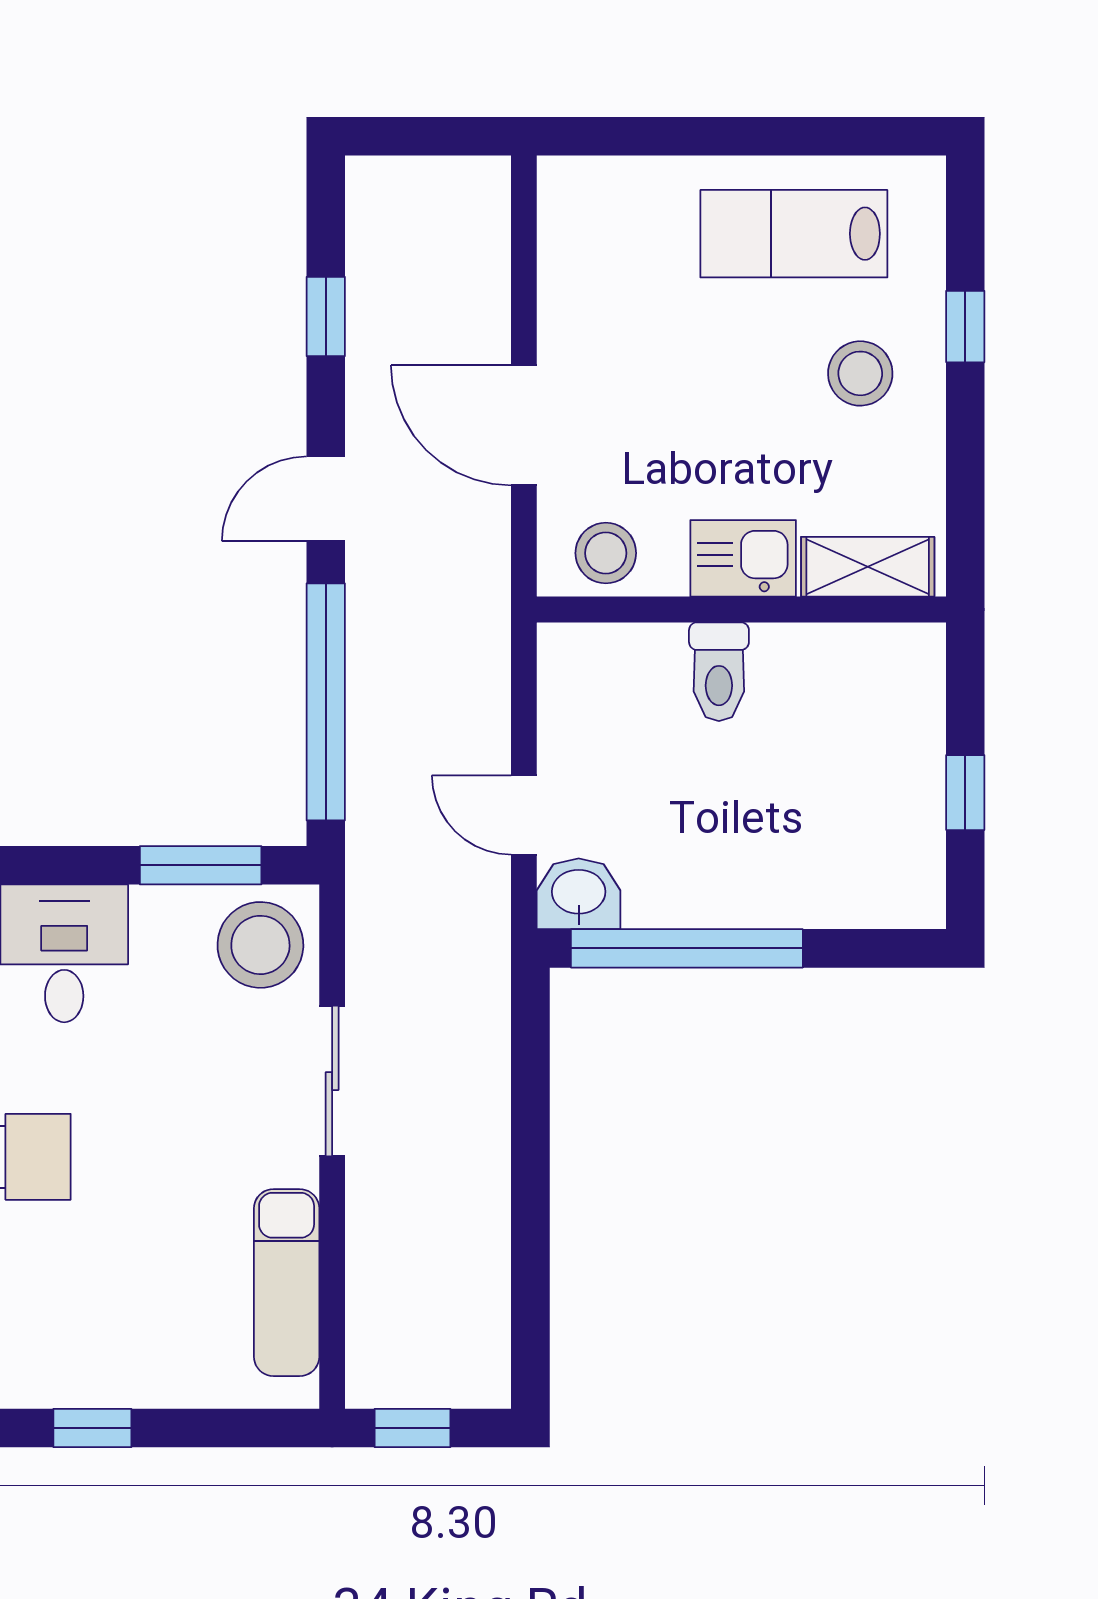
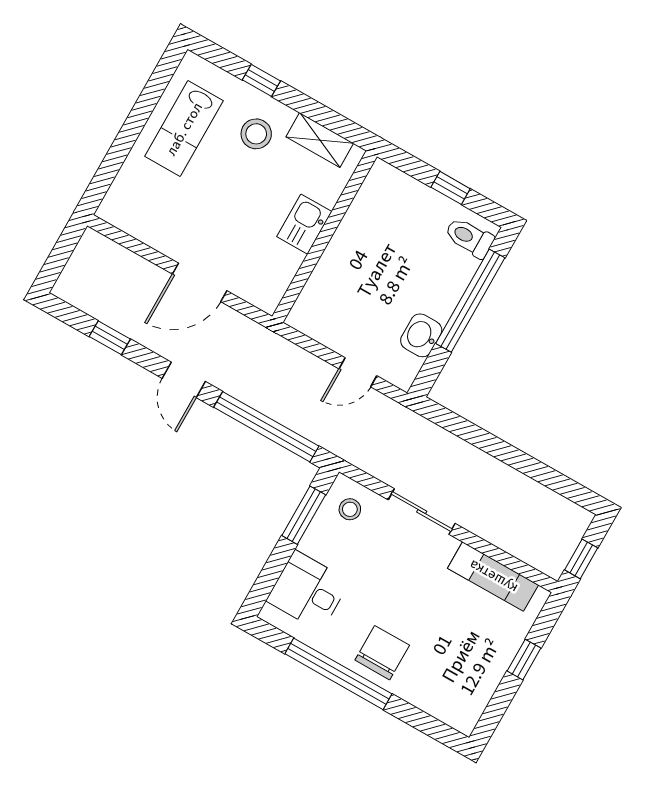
stool: (606, 553) -> (270, 279), removed
shelving: (868, 567) -> (320, 140), moved, turned 90
toilet: (719, 672) -> (469, 237), moved, turned 180
washbasin: (579, 894) -> (421, 335), moved
stool: (260, 945) -> (350, 509), width x0.53, depth x0.53
window: (687, 948) -> (470, 301), moved
window: (92, 1428) -> (524, 660), moved

